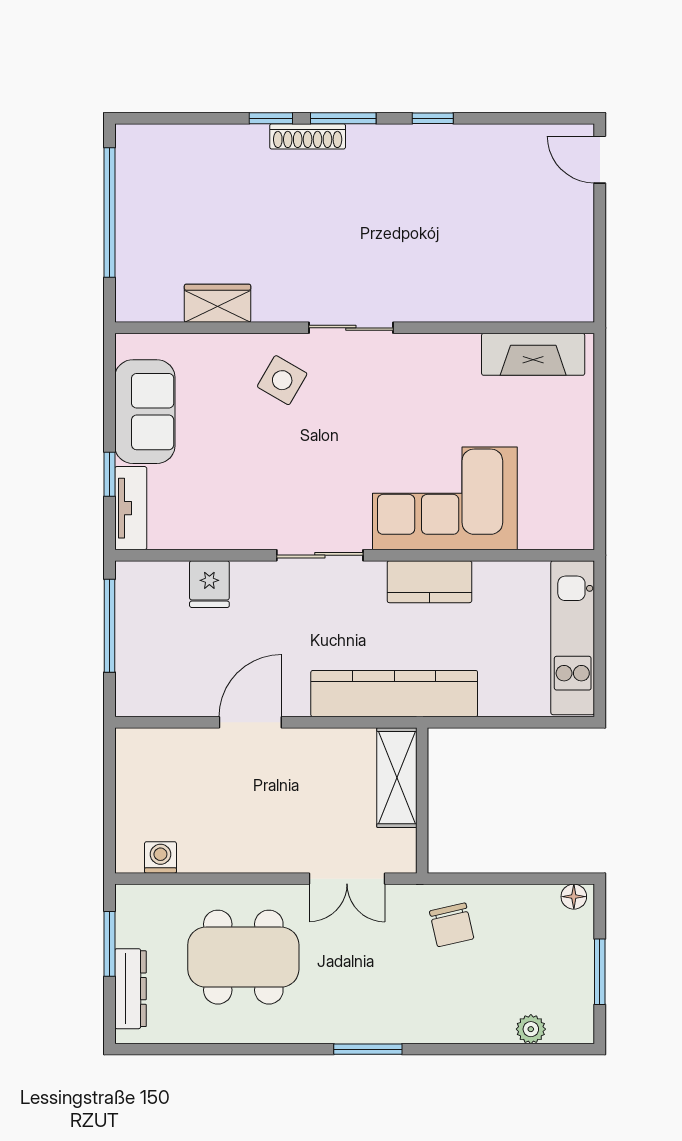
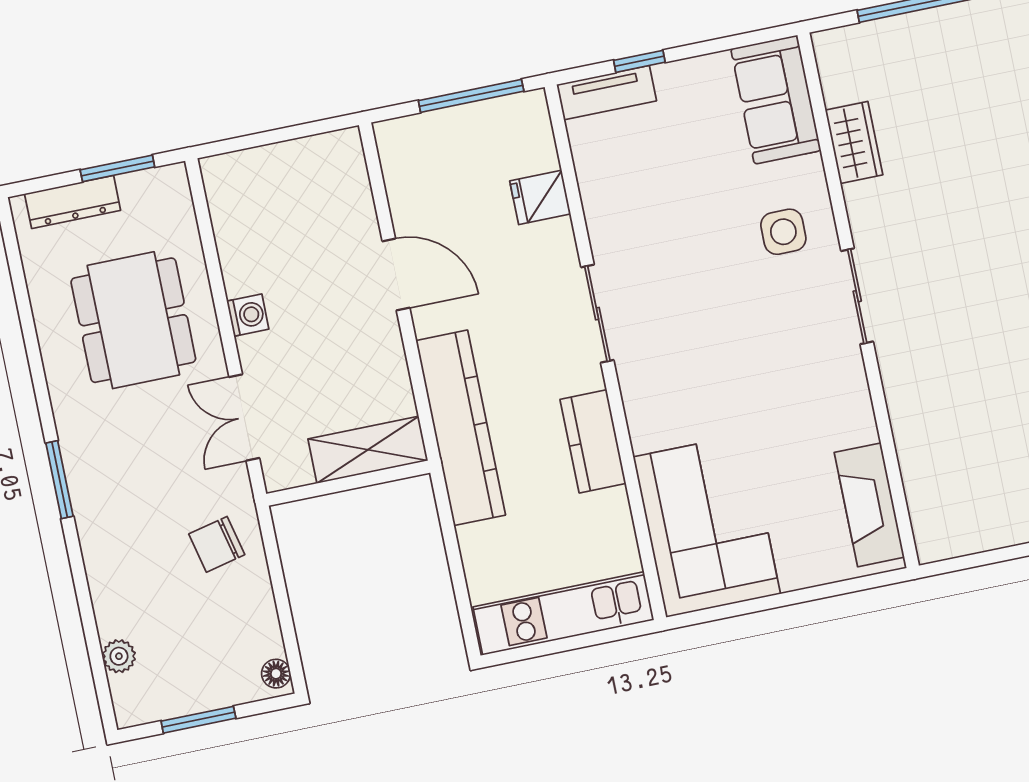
side table: (282, 380) -> (783, 232), turned -30
sofa: (145, 412) -> (776, 100), moved, turned 90
corner sofa: (445, 498) -> (707, 525), moved
washing machine: (160, 857) -> (248, 315), moved

